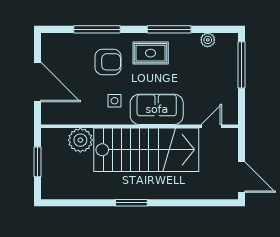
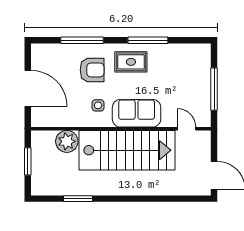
plant: (208, 40) -> (183, 50), removed
window: (241, 65) -> (214, 89), moved
door: (211, 126) -> (187, 129), hinge flipped
window: (131, 203) -> (78, 199), moved

